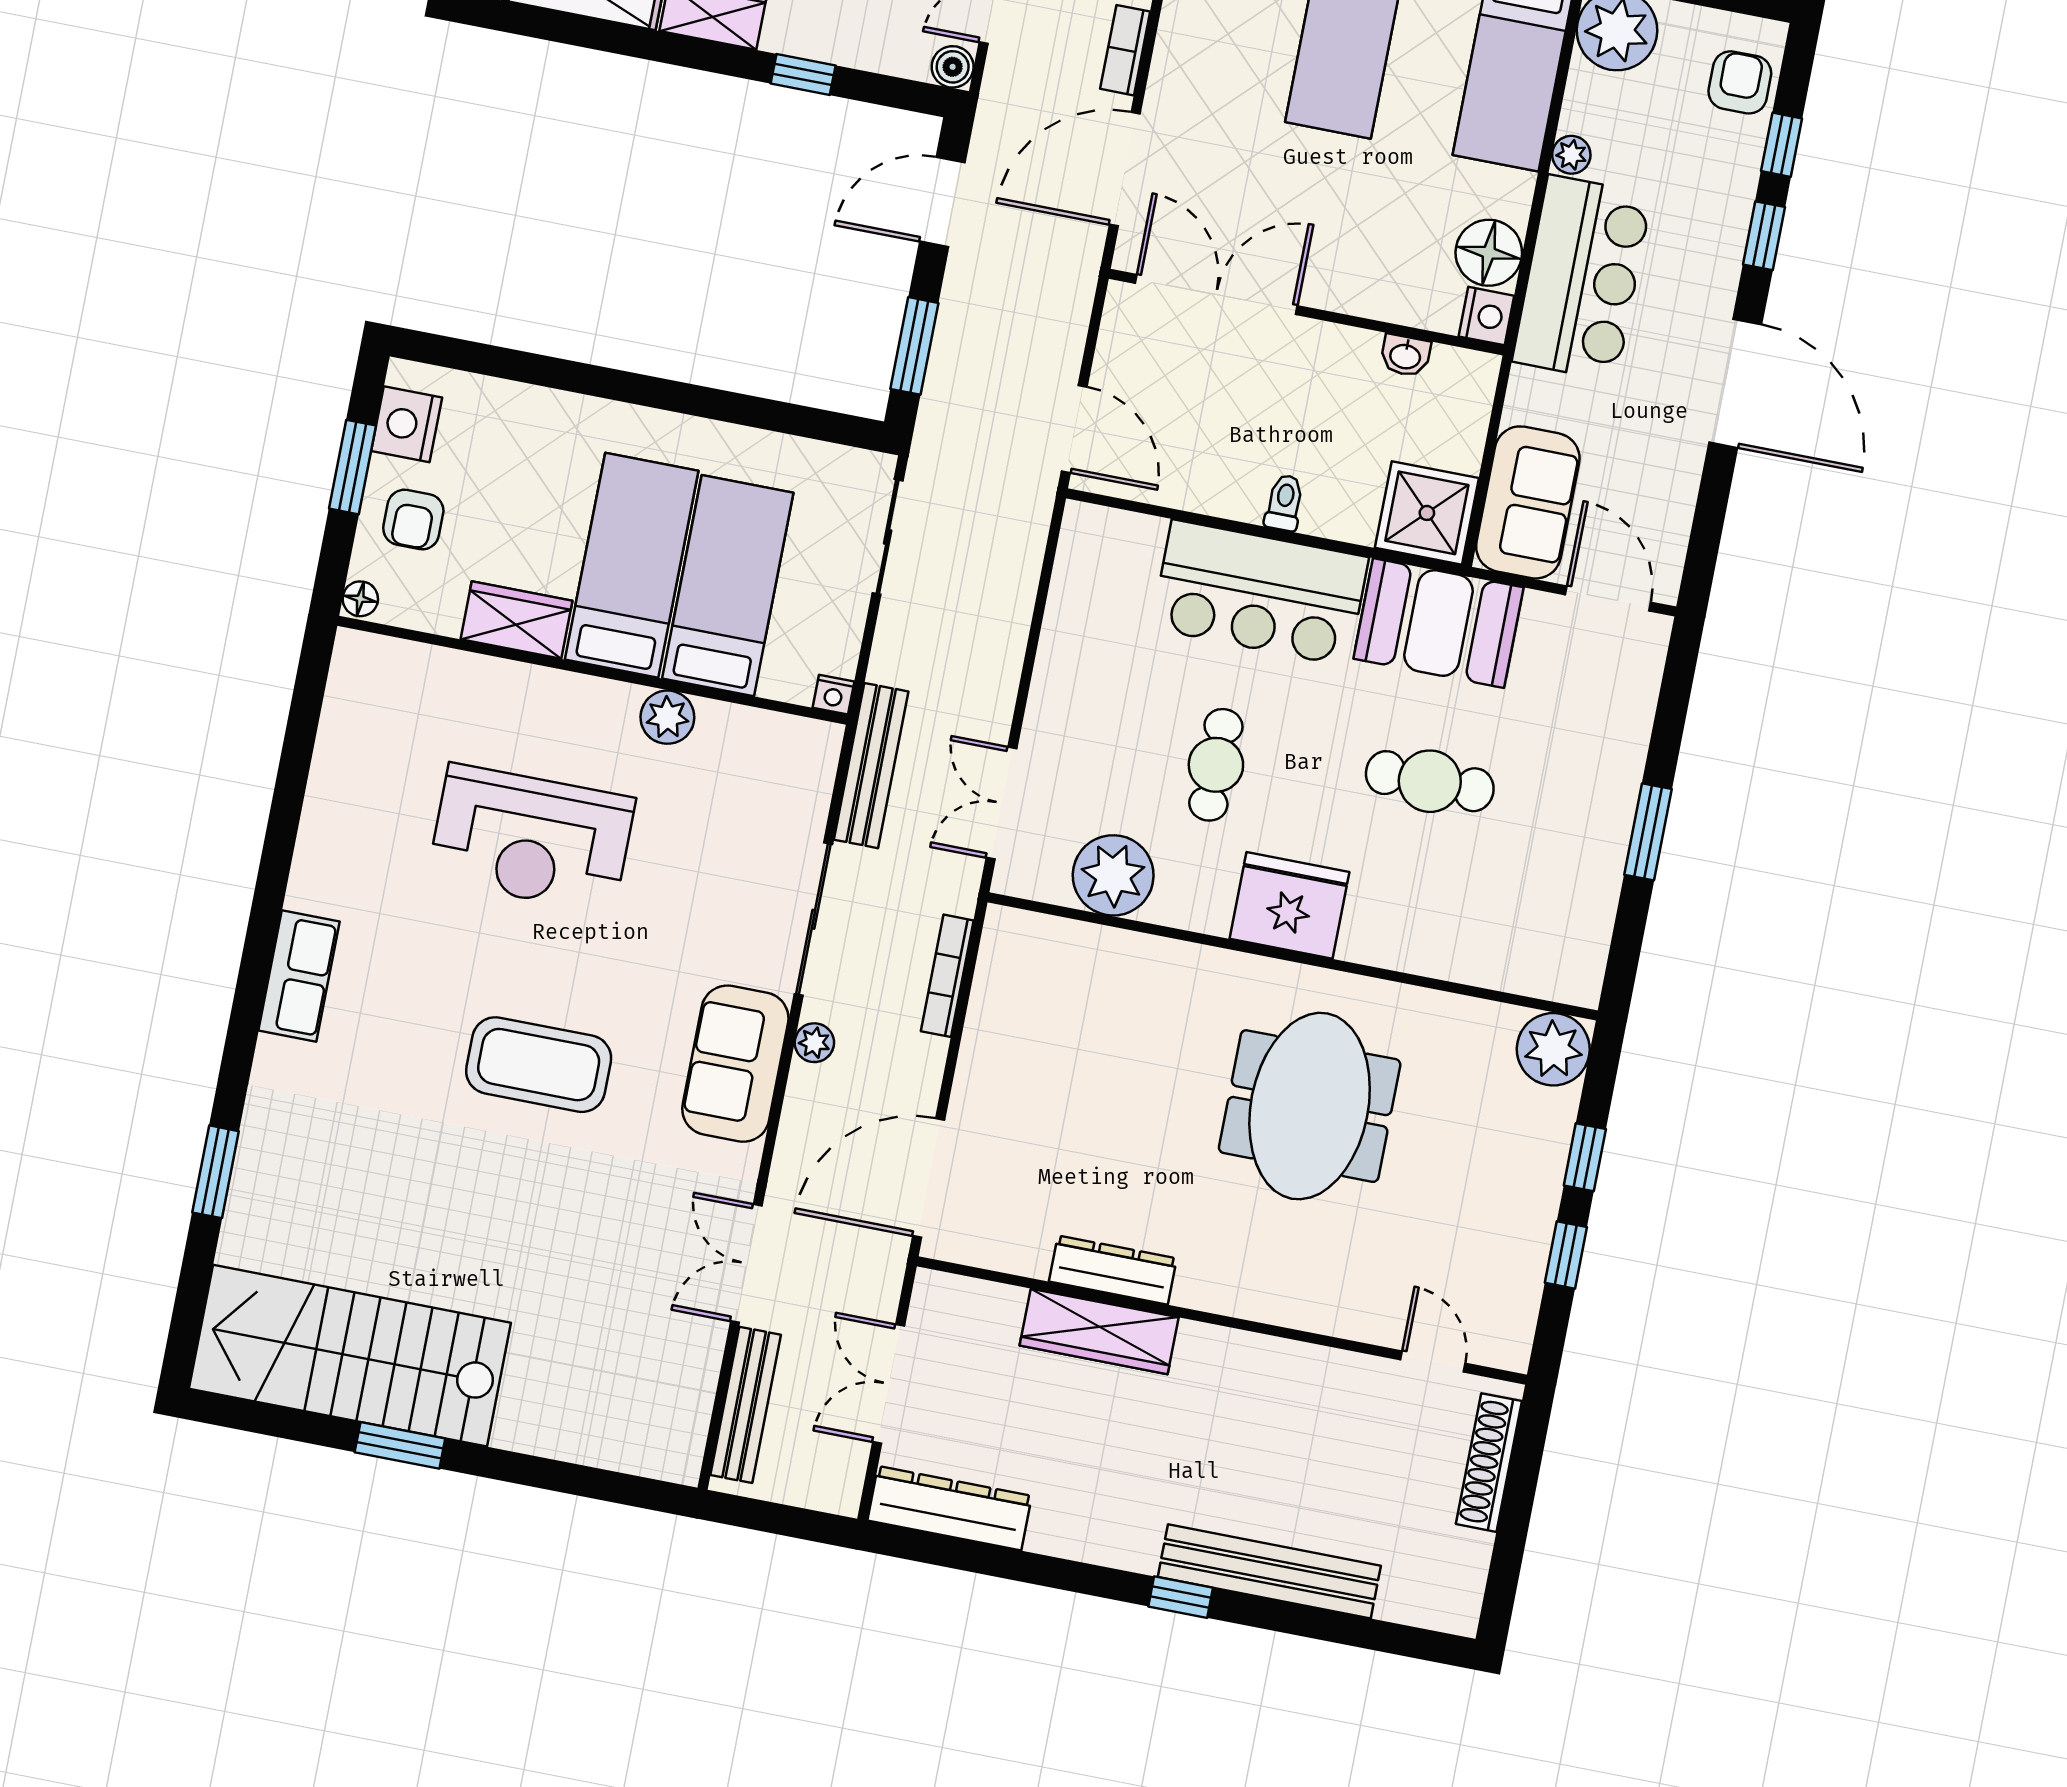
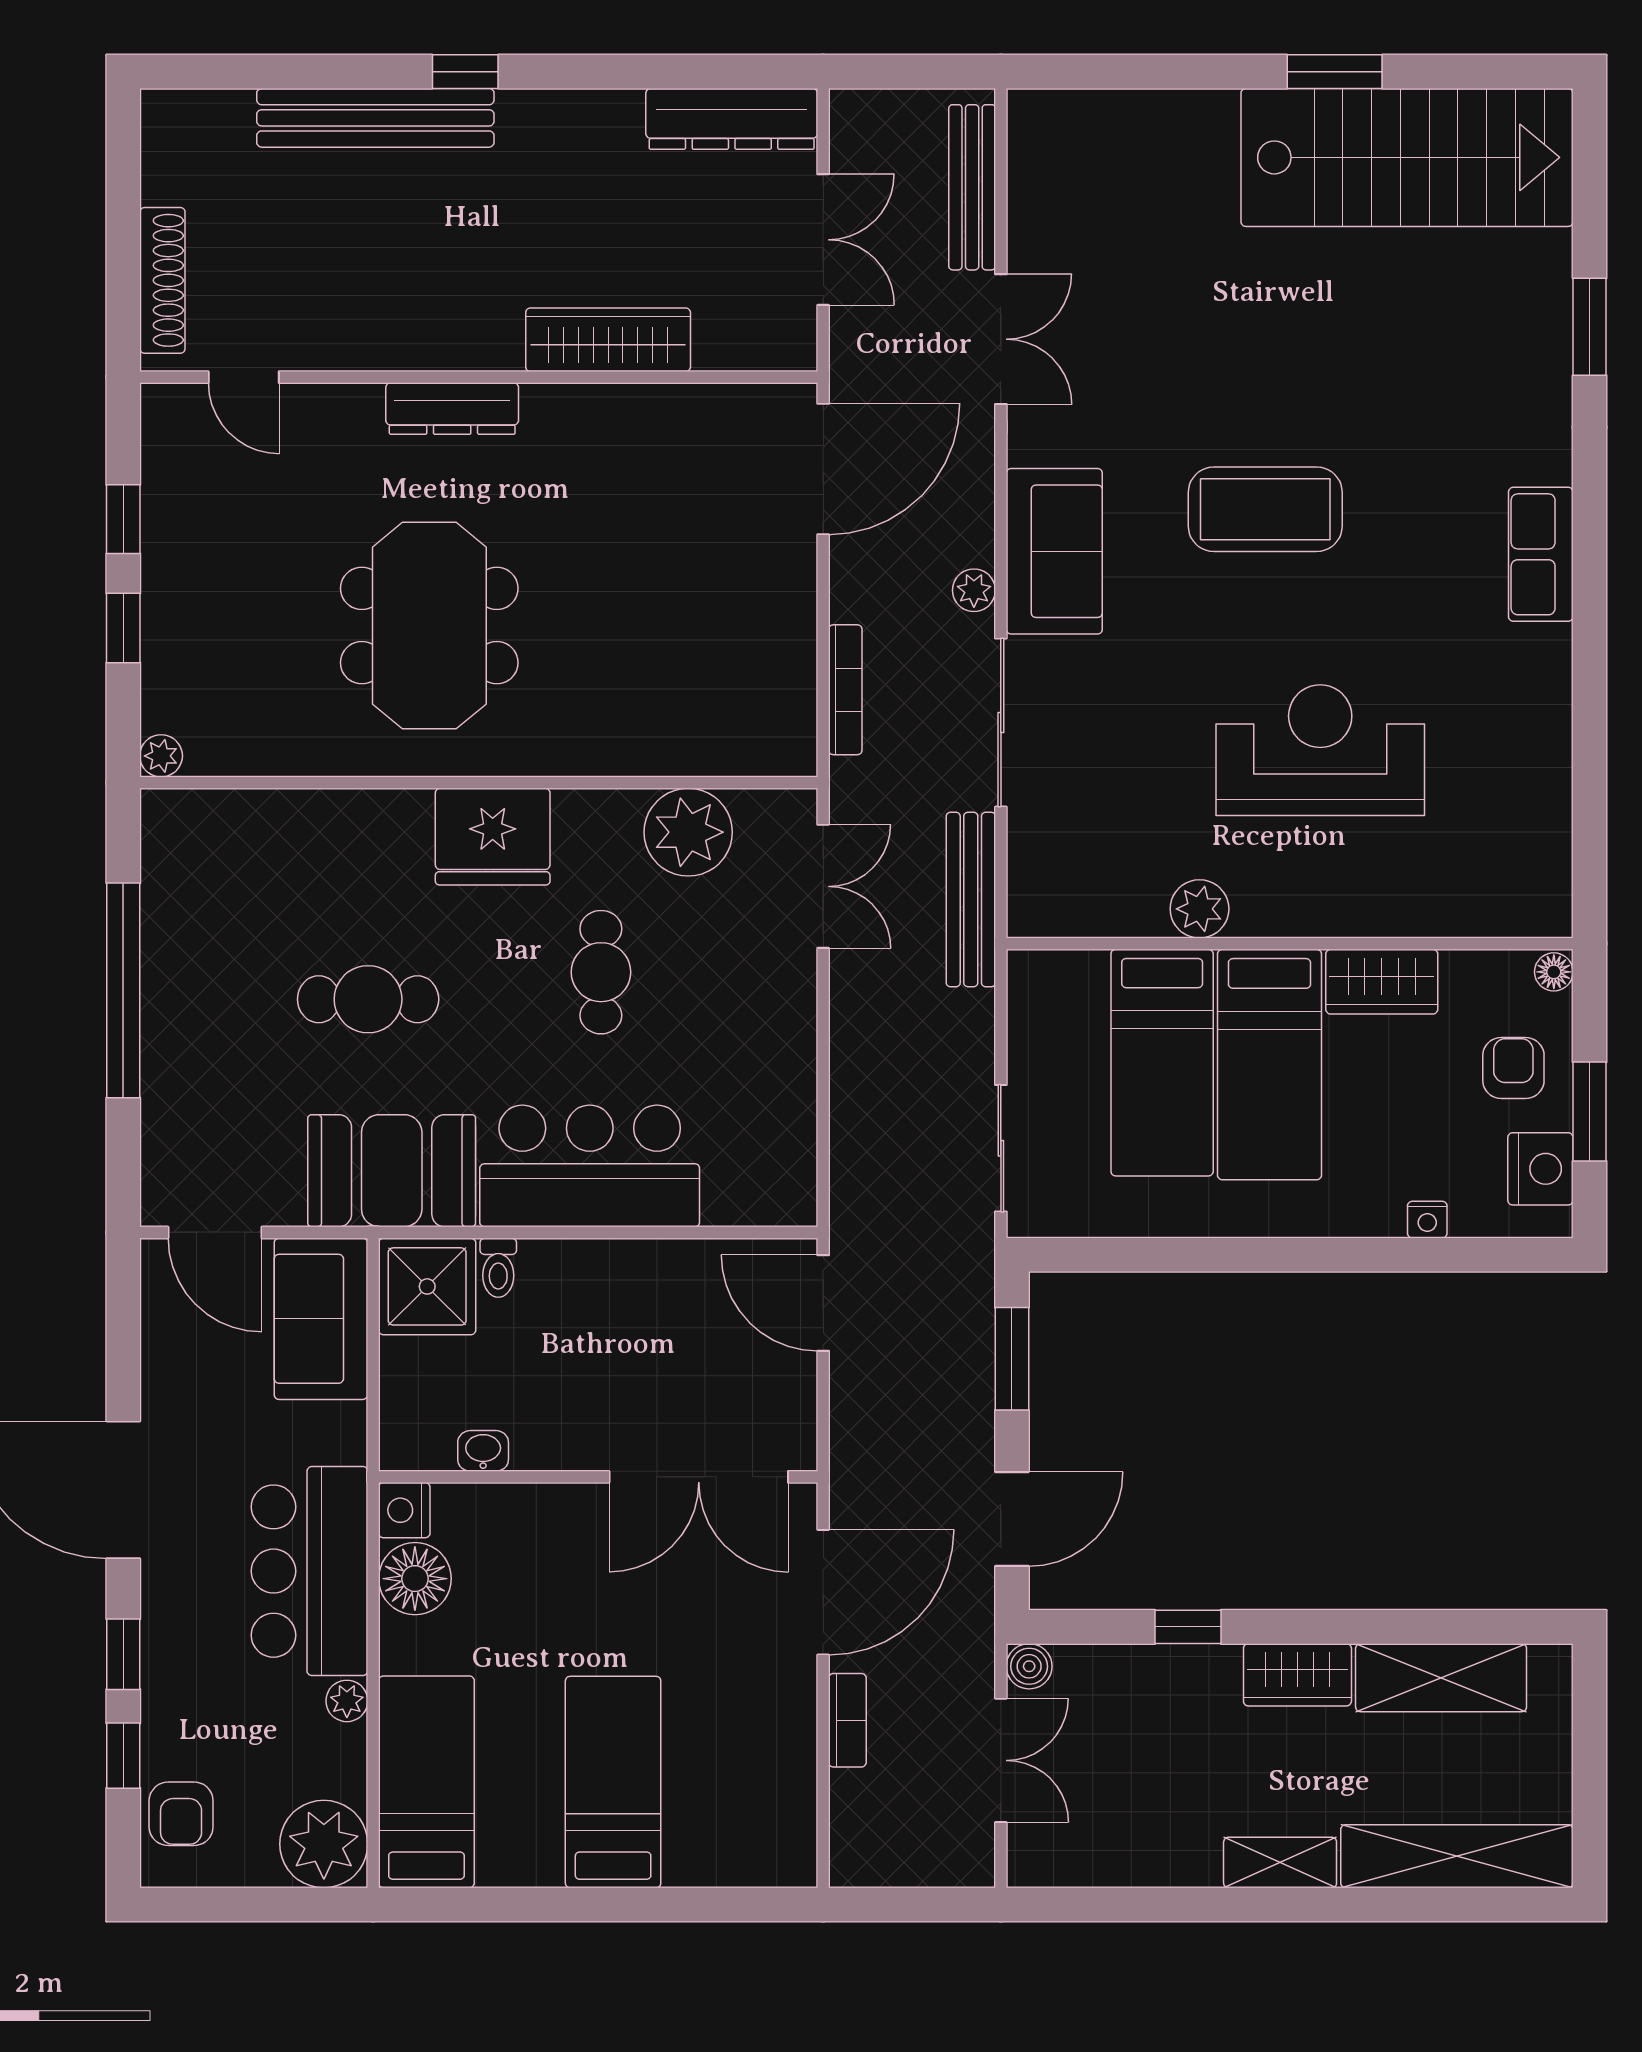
toilet: (1284, 503) -> (498, 1268), moved
nightstand: (834, 695) -> (1427, 1220), moved, turned 180
window: (1648, 832) -> (123, 990), width x2.11
plant: (1553, 1049) -> (161, 756), width x0.53, depth x0.53
dresser: (1113, 1270) -> (452, 409), moved

